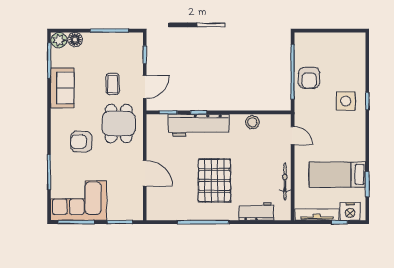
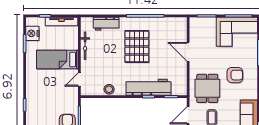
side table: (346, 101) -> (40, 105), removed
door: (293, 136) -> (79, 79), hinge flipped
bed: (337, 175) -> (57, 59), moved, turned 180
nightstand: (350, 212) -> (32, 33), moved, turned -90

